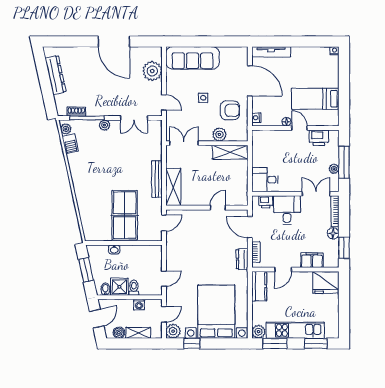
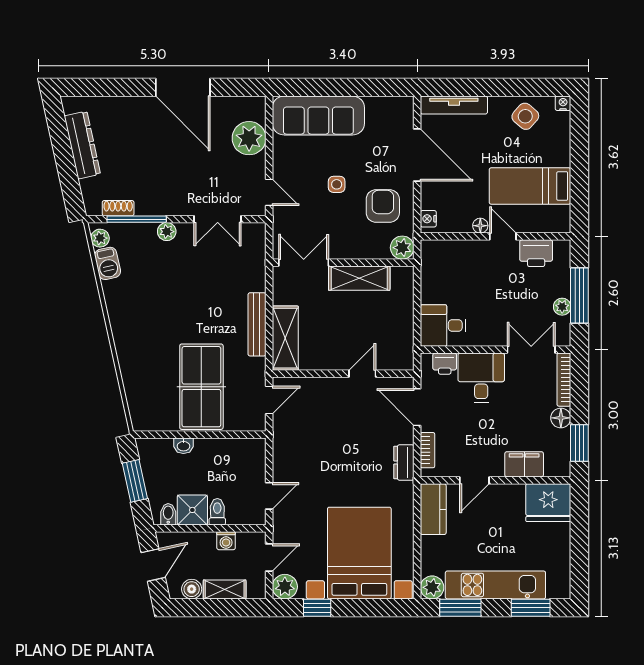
side table: (313, 58) -> (525, 116), added
armchair: (230, 110) -> (383, 206), turned -90
plant: (219, 134) -> (402, 248), moved
shelving: (230, 152) -> (359, 278), moved

